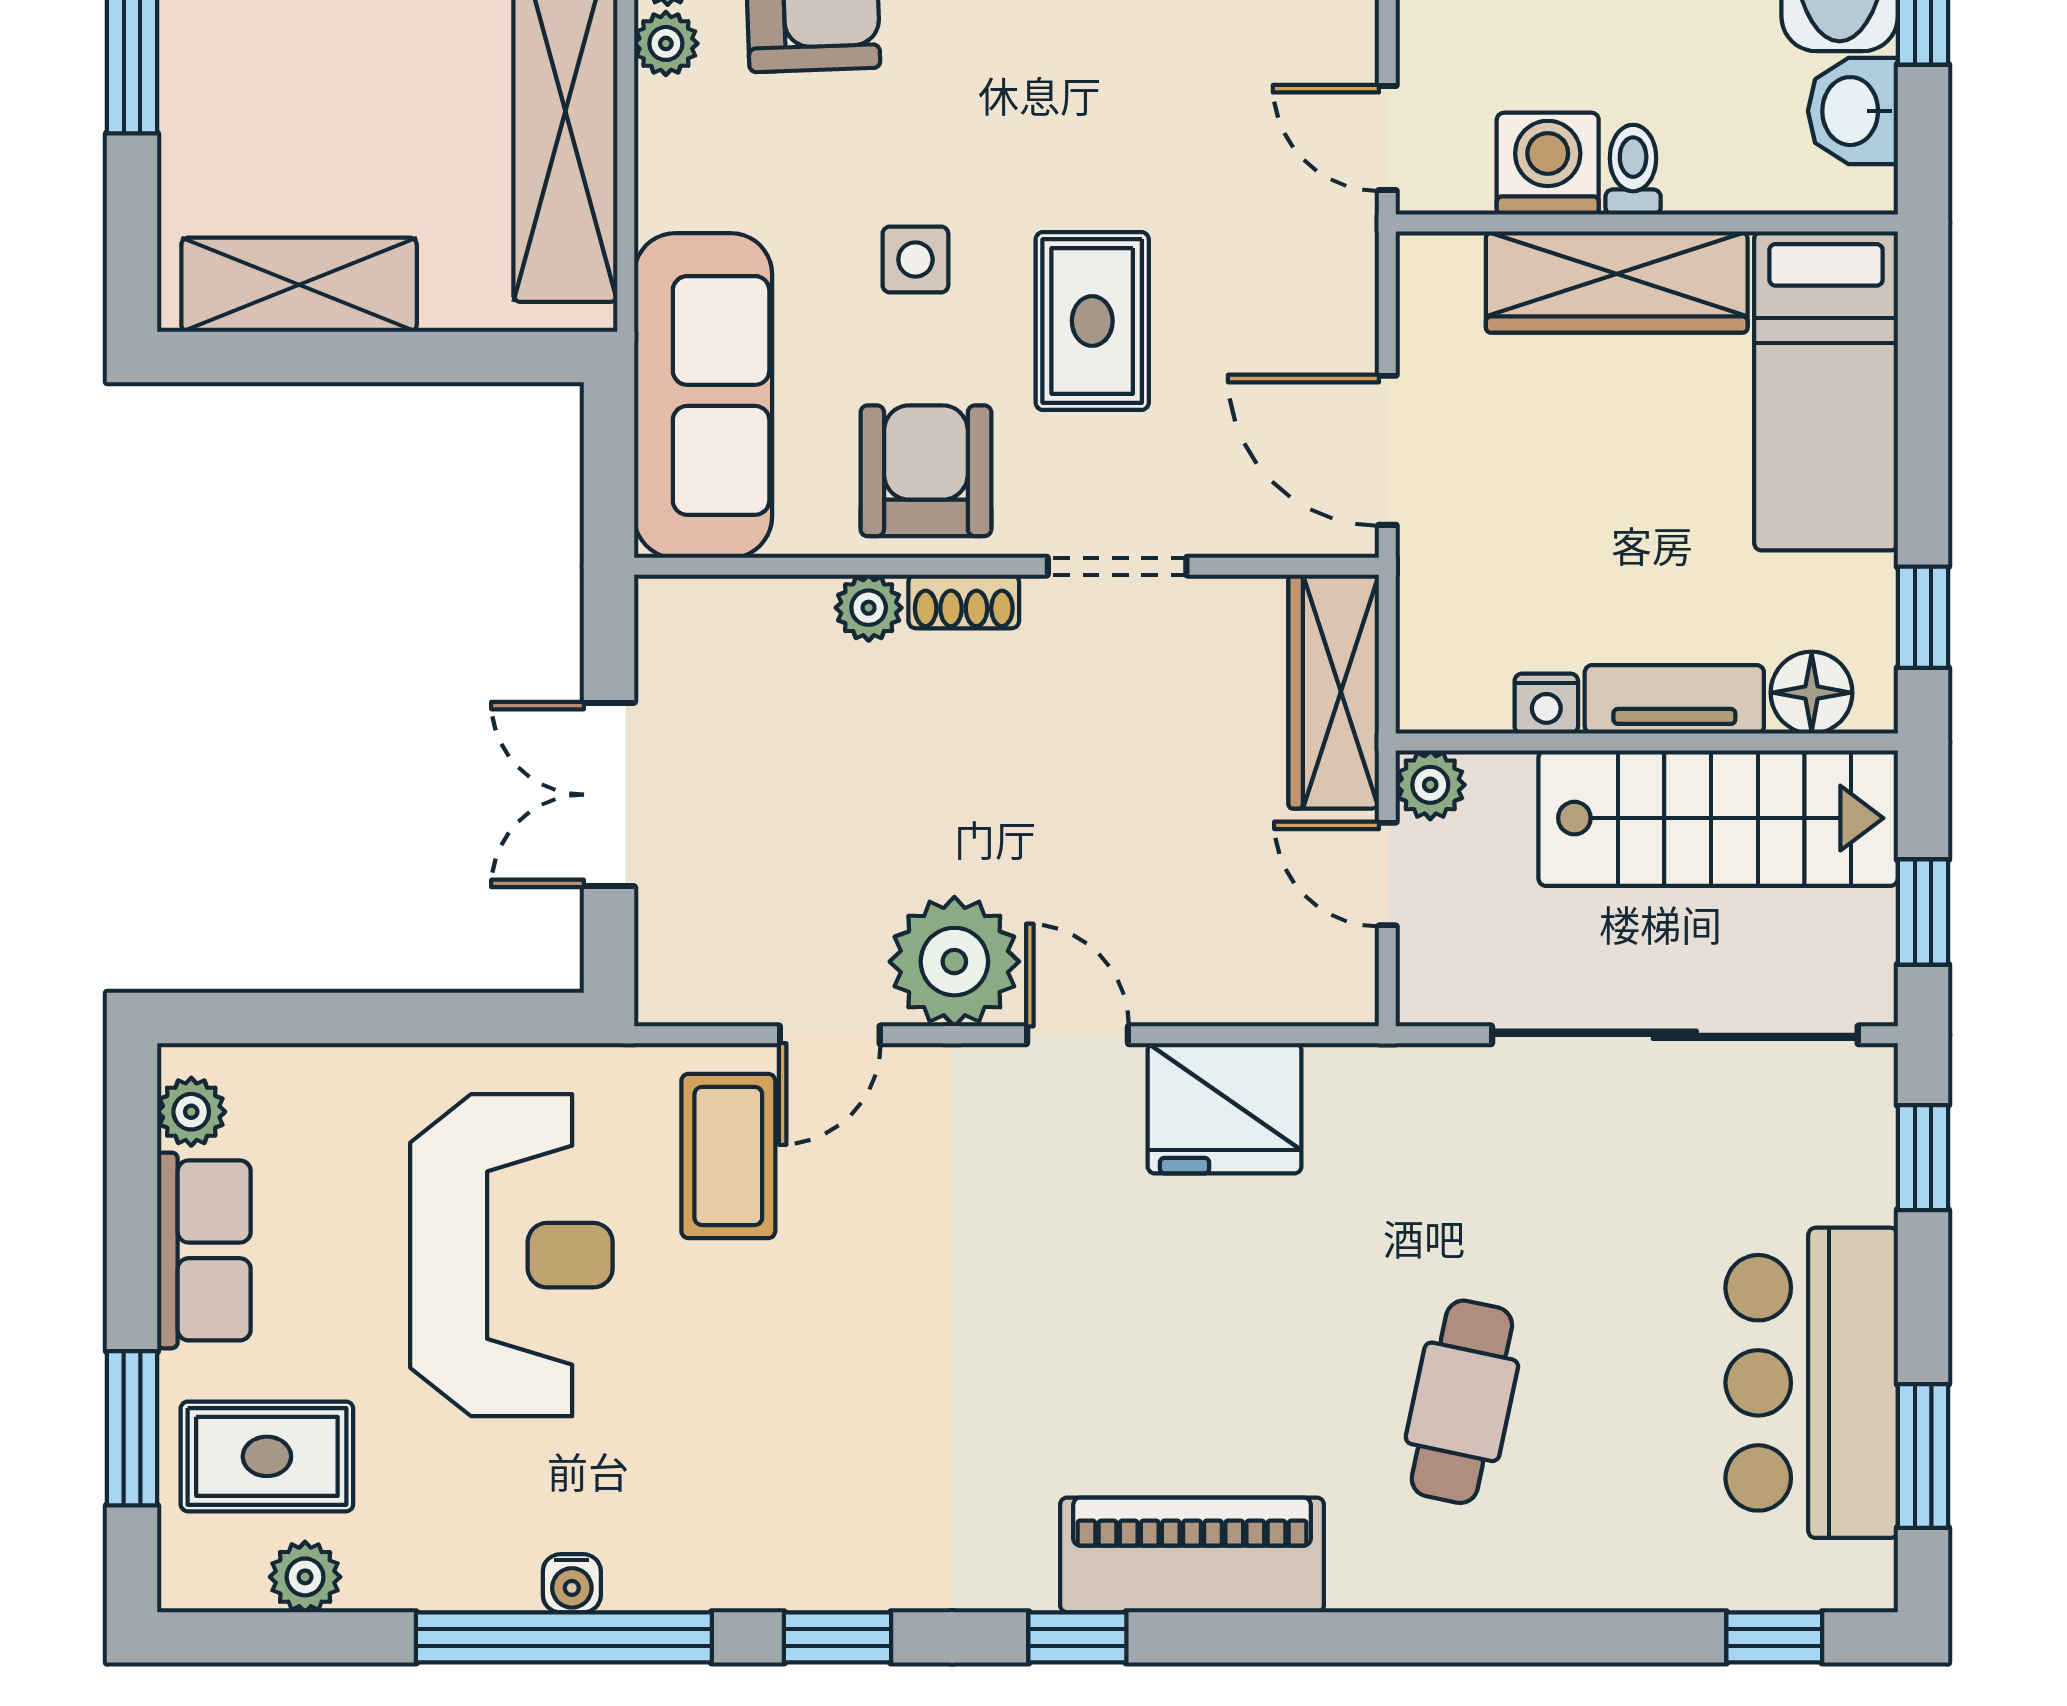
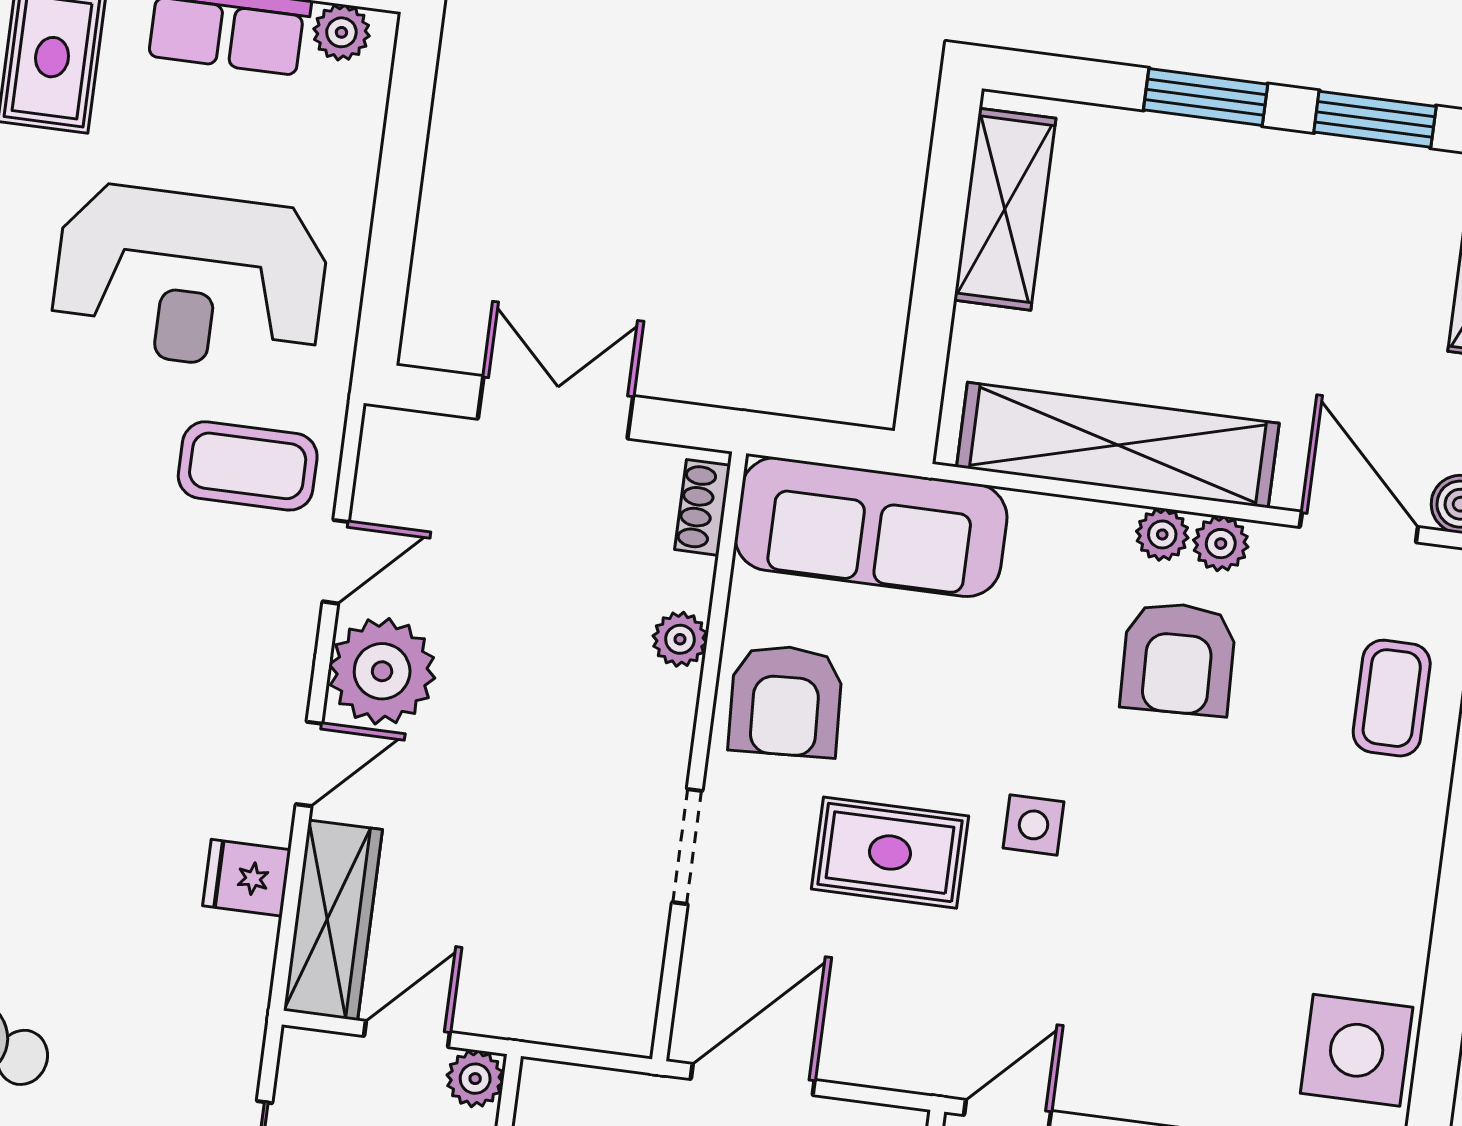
side table: (915, 260) -> (1034, 825), moved
armchair: (926, 471) -> (786, 701), turned 87
shoe rack: (964, 601) -> (703, 507), moved
wardrobe: (1334, 692) -> (333, 920), moved, turned 90
door: (830, 1035) -> (336, 562), swing flipped
fridge: (1225, 1108) -> (247, 878), width x0.53, depth x0.75

